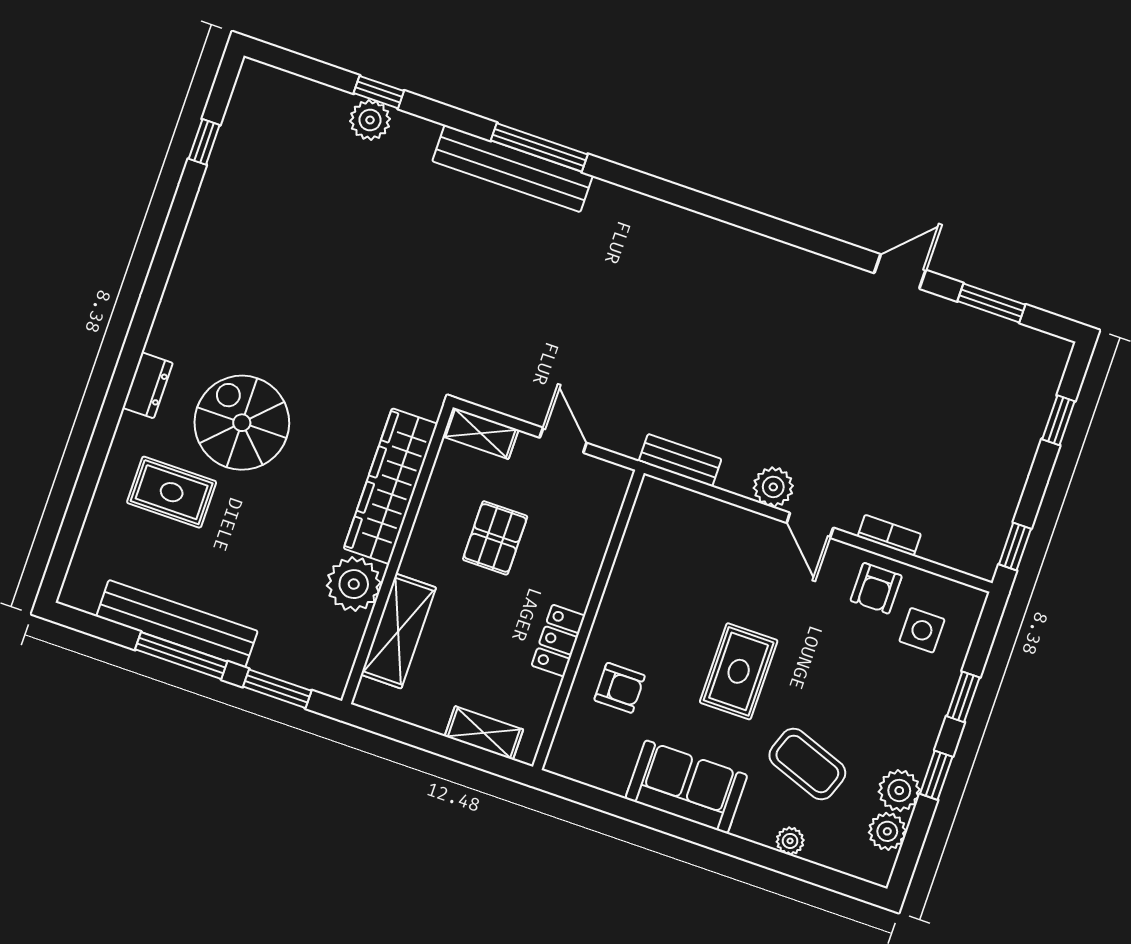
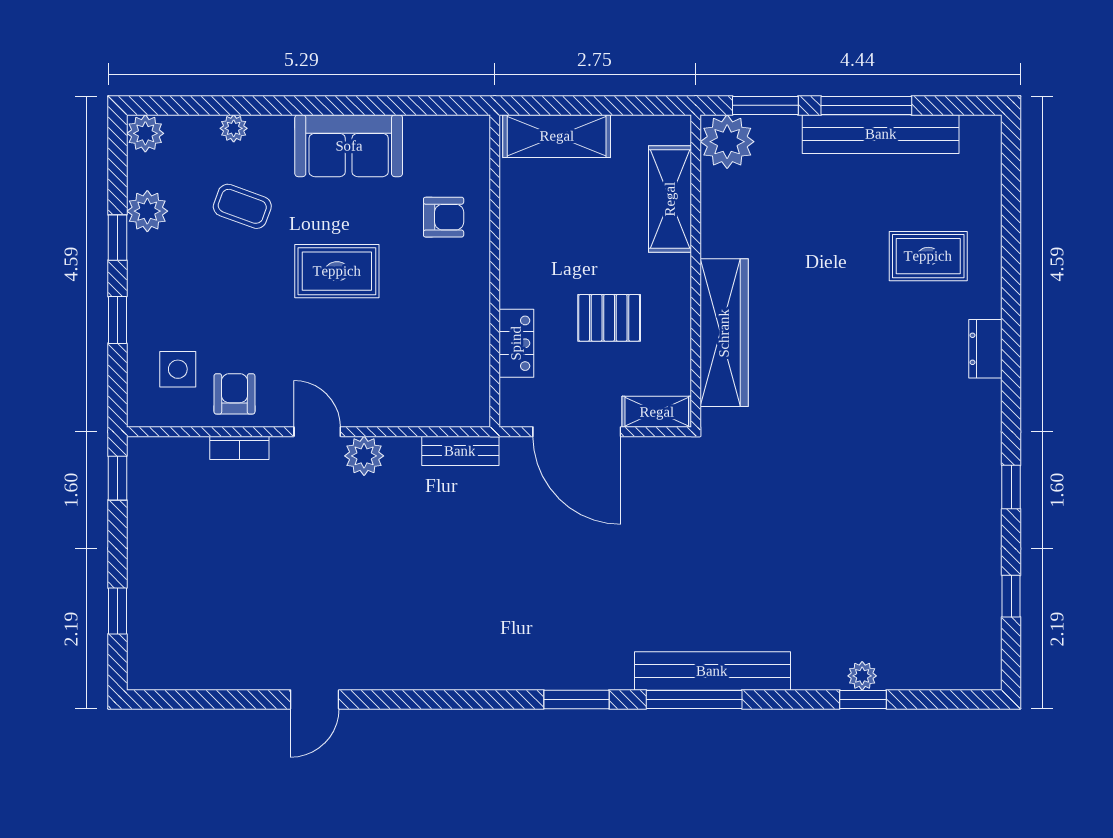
plant: (370, 120) -> (862, 676), width x0.73, depth x0.73
window: (168, 246) -> (1011, 487), added
window: (991, 303) -> (576, 699), moved
spiral stairs: (242, 423) -> (885, 344), removed
door: (563, 440) -> (577, 432), width x1.87
pallet: (495, 538) -> (609, 318), turned 90
plant: (354, 584) -> (727, 142), moved
locker: (558, 641) -> (516, 343), moved
rug: (739, 671) -> (337, 271), turned 90
armchair: (620, 688) -> (444, 217), turned 180
shelving: (484, 733) -> (557, 136), width x1.50, depth x1.33
coffee table: (807, 764) -> (242, 206), width x0.73, depth x0.77
plant: (887, 831) -> (145, 133), moved

